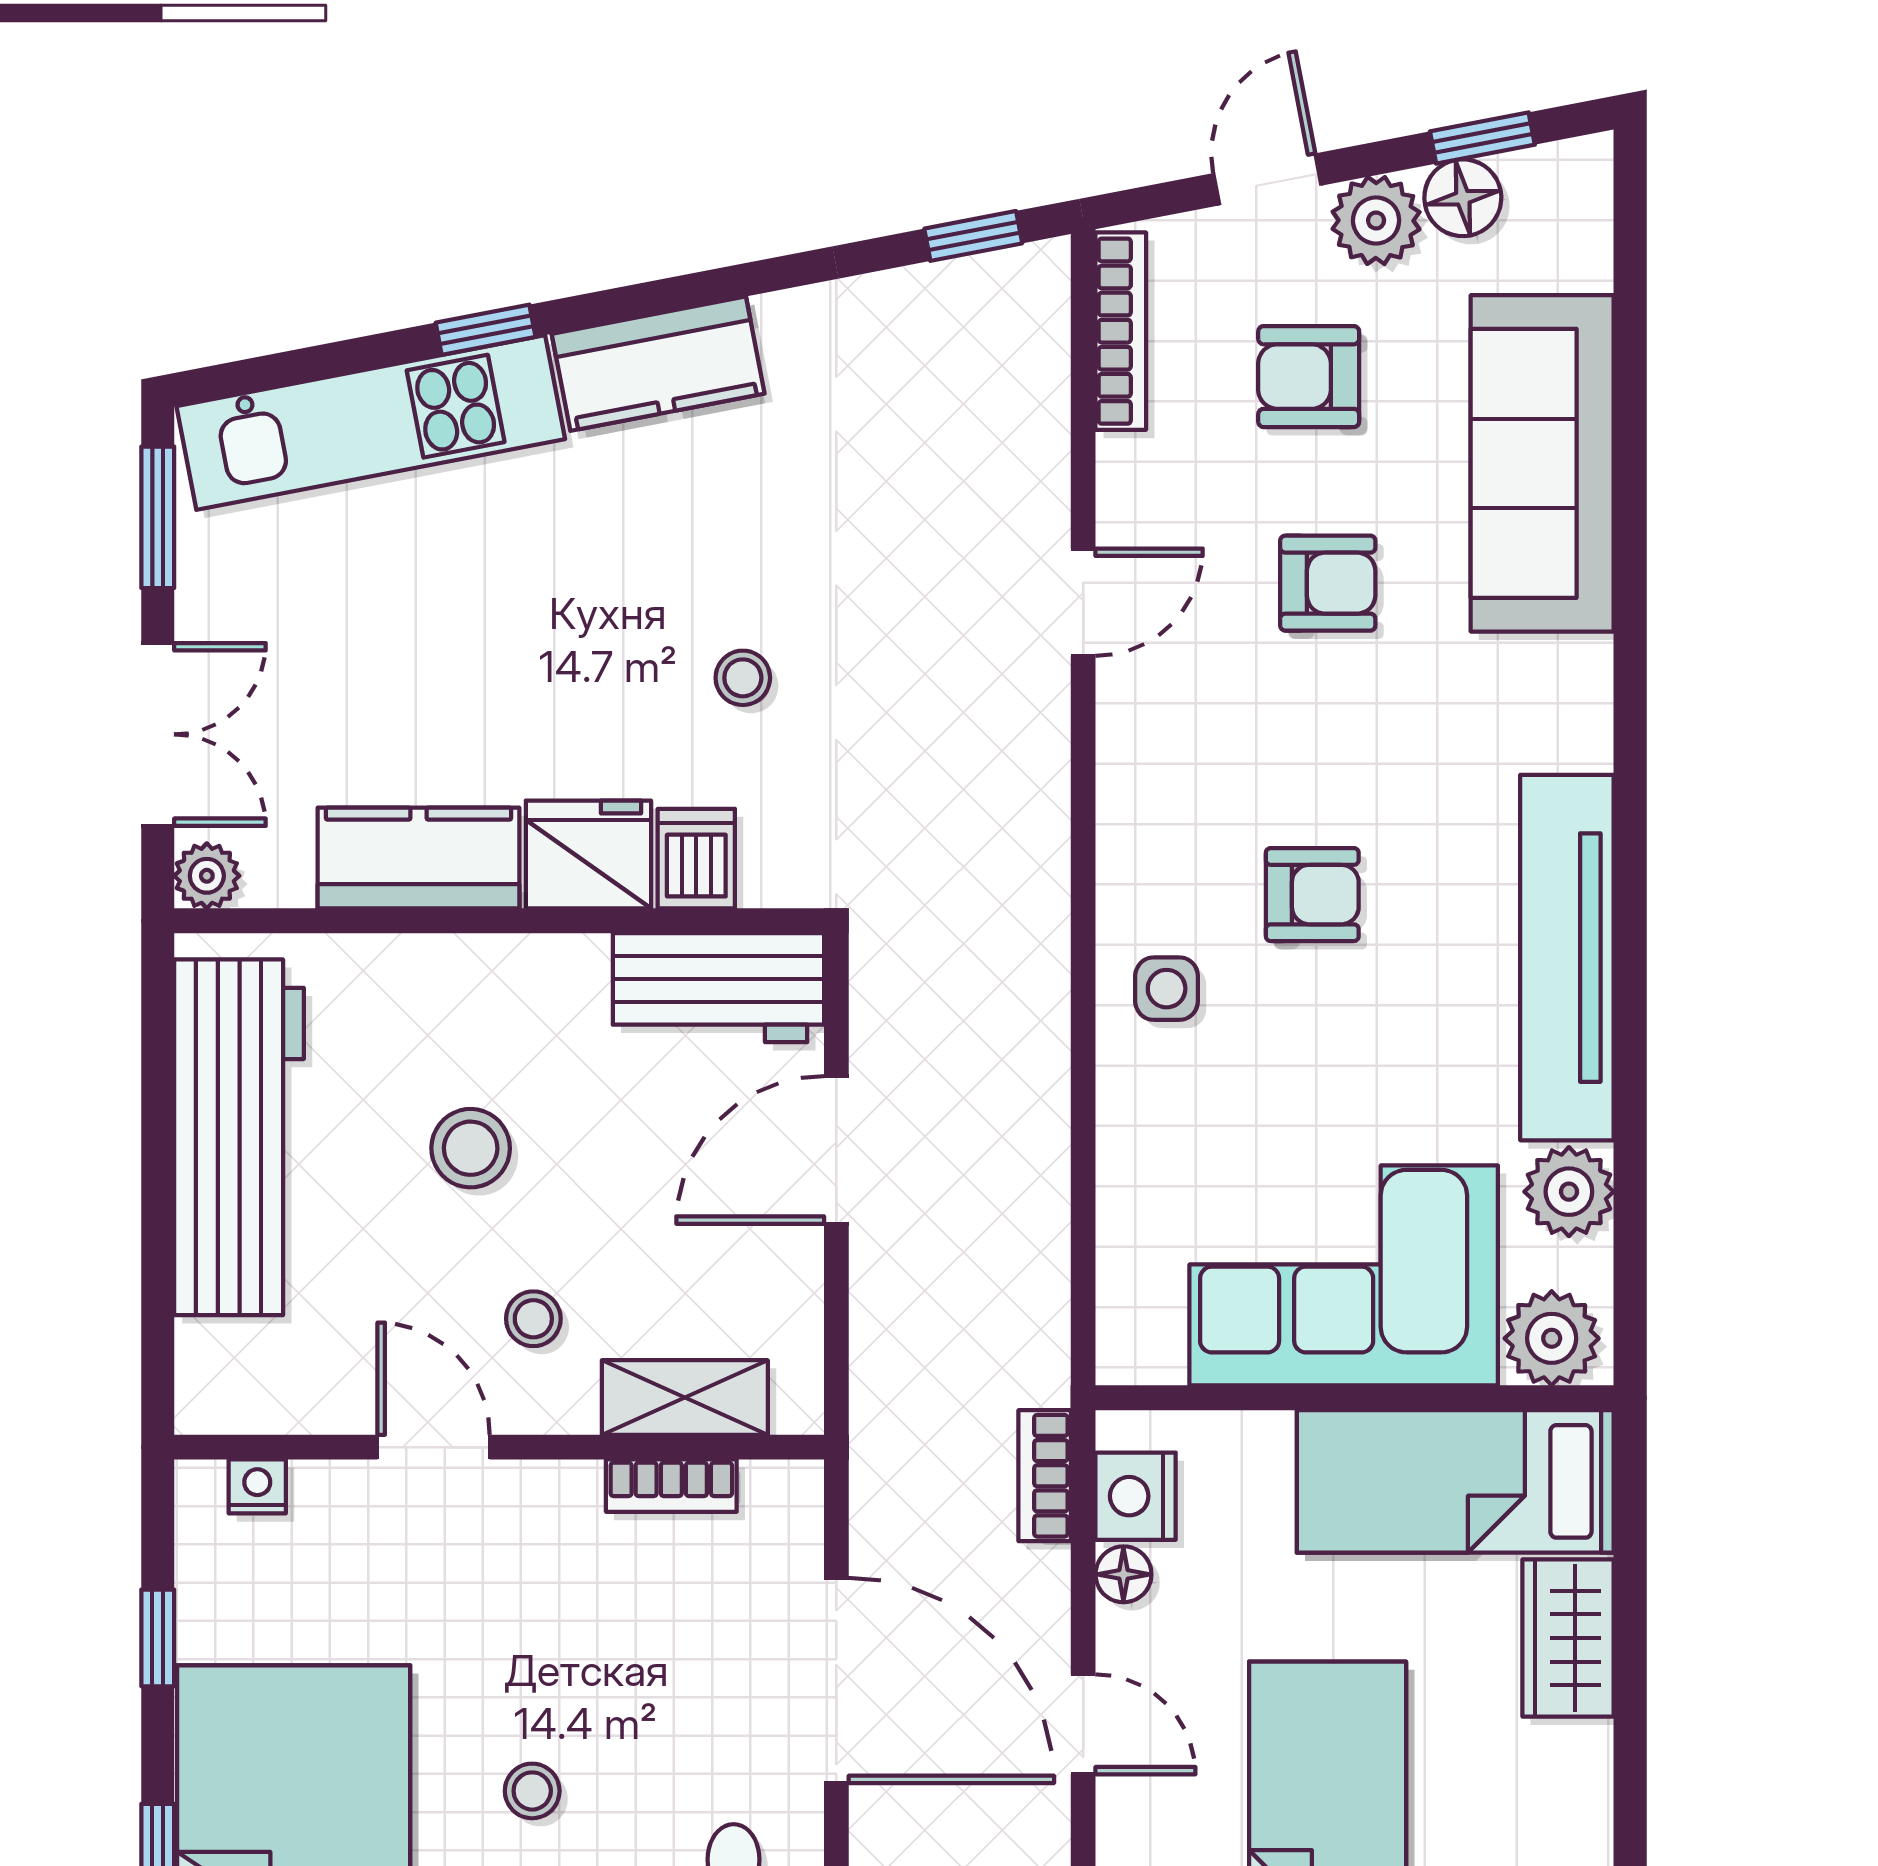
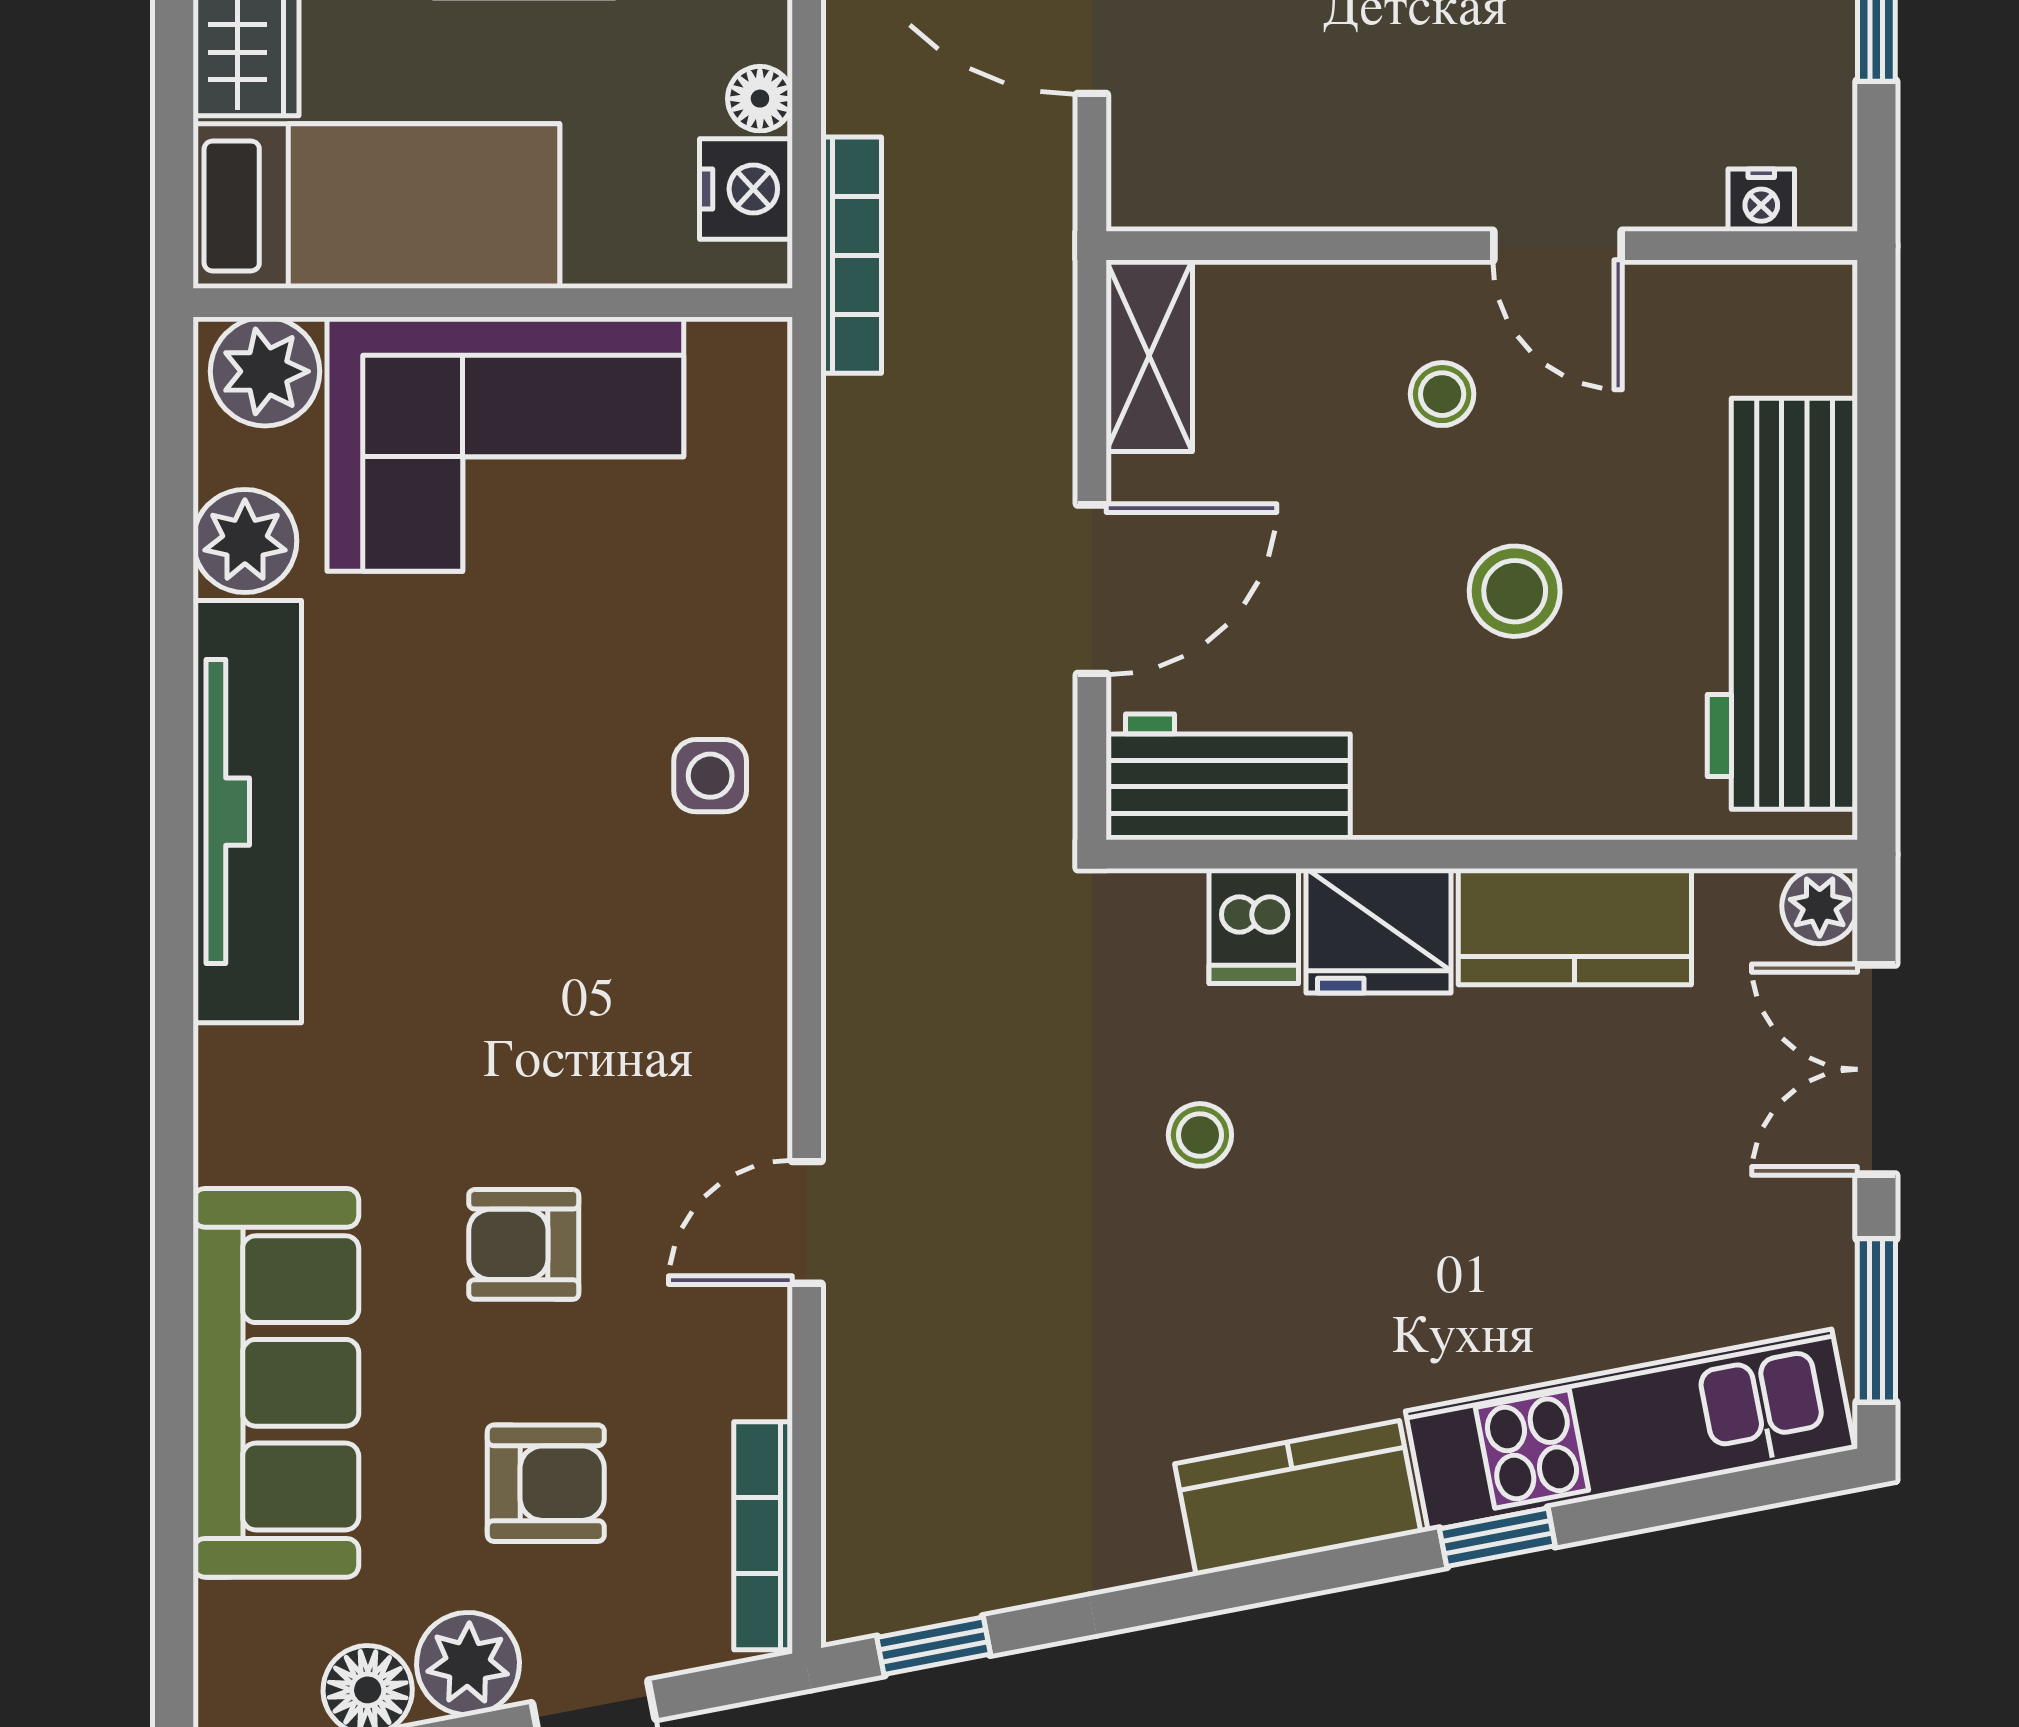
armchair: (1312, 895) -> (542, 884), removed
shelving: (685, 1397) -> (1149, 356), moved, turned 90
bookcase: (1045, 1476) -> (851, 255), width x1.56
bookcase: (671, 1486) -> (1283, 201), removed

